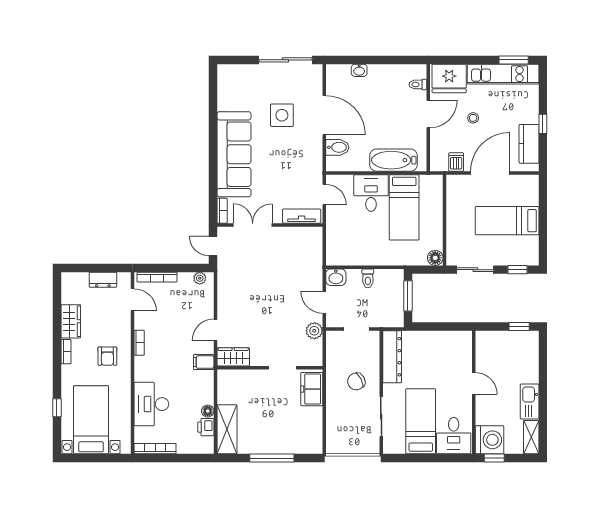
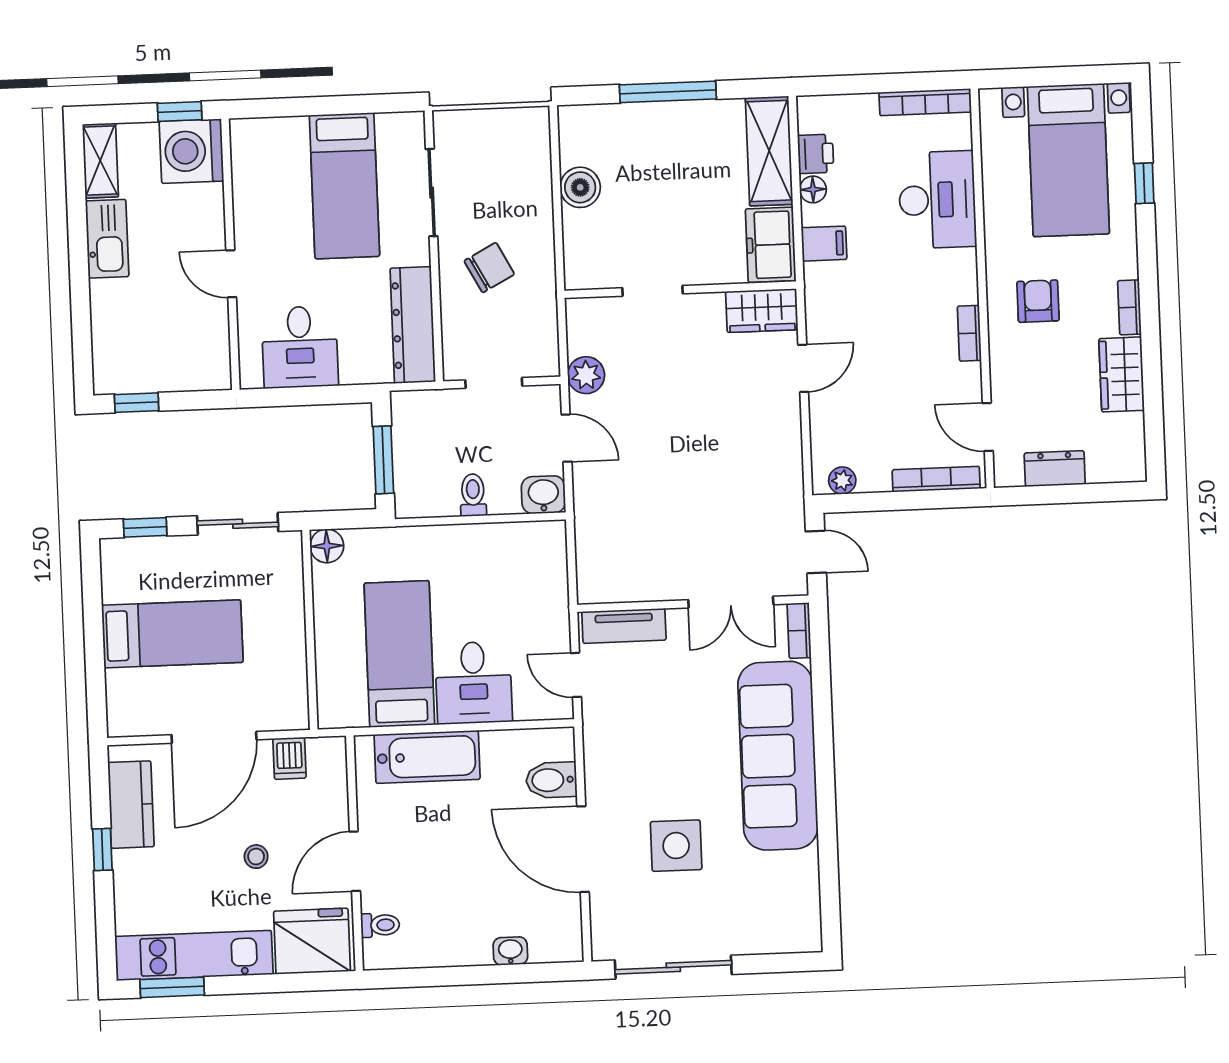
filing cabinet: (204, 362) -> (824, 244), moved
freezer: (312, 389) -> (771, 245), moved, turned 180
boiler: (313, 416) -> (580, 187), added
desk: (454, 436) -> (300, 347), moved, turned 180

